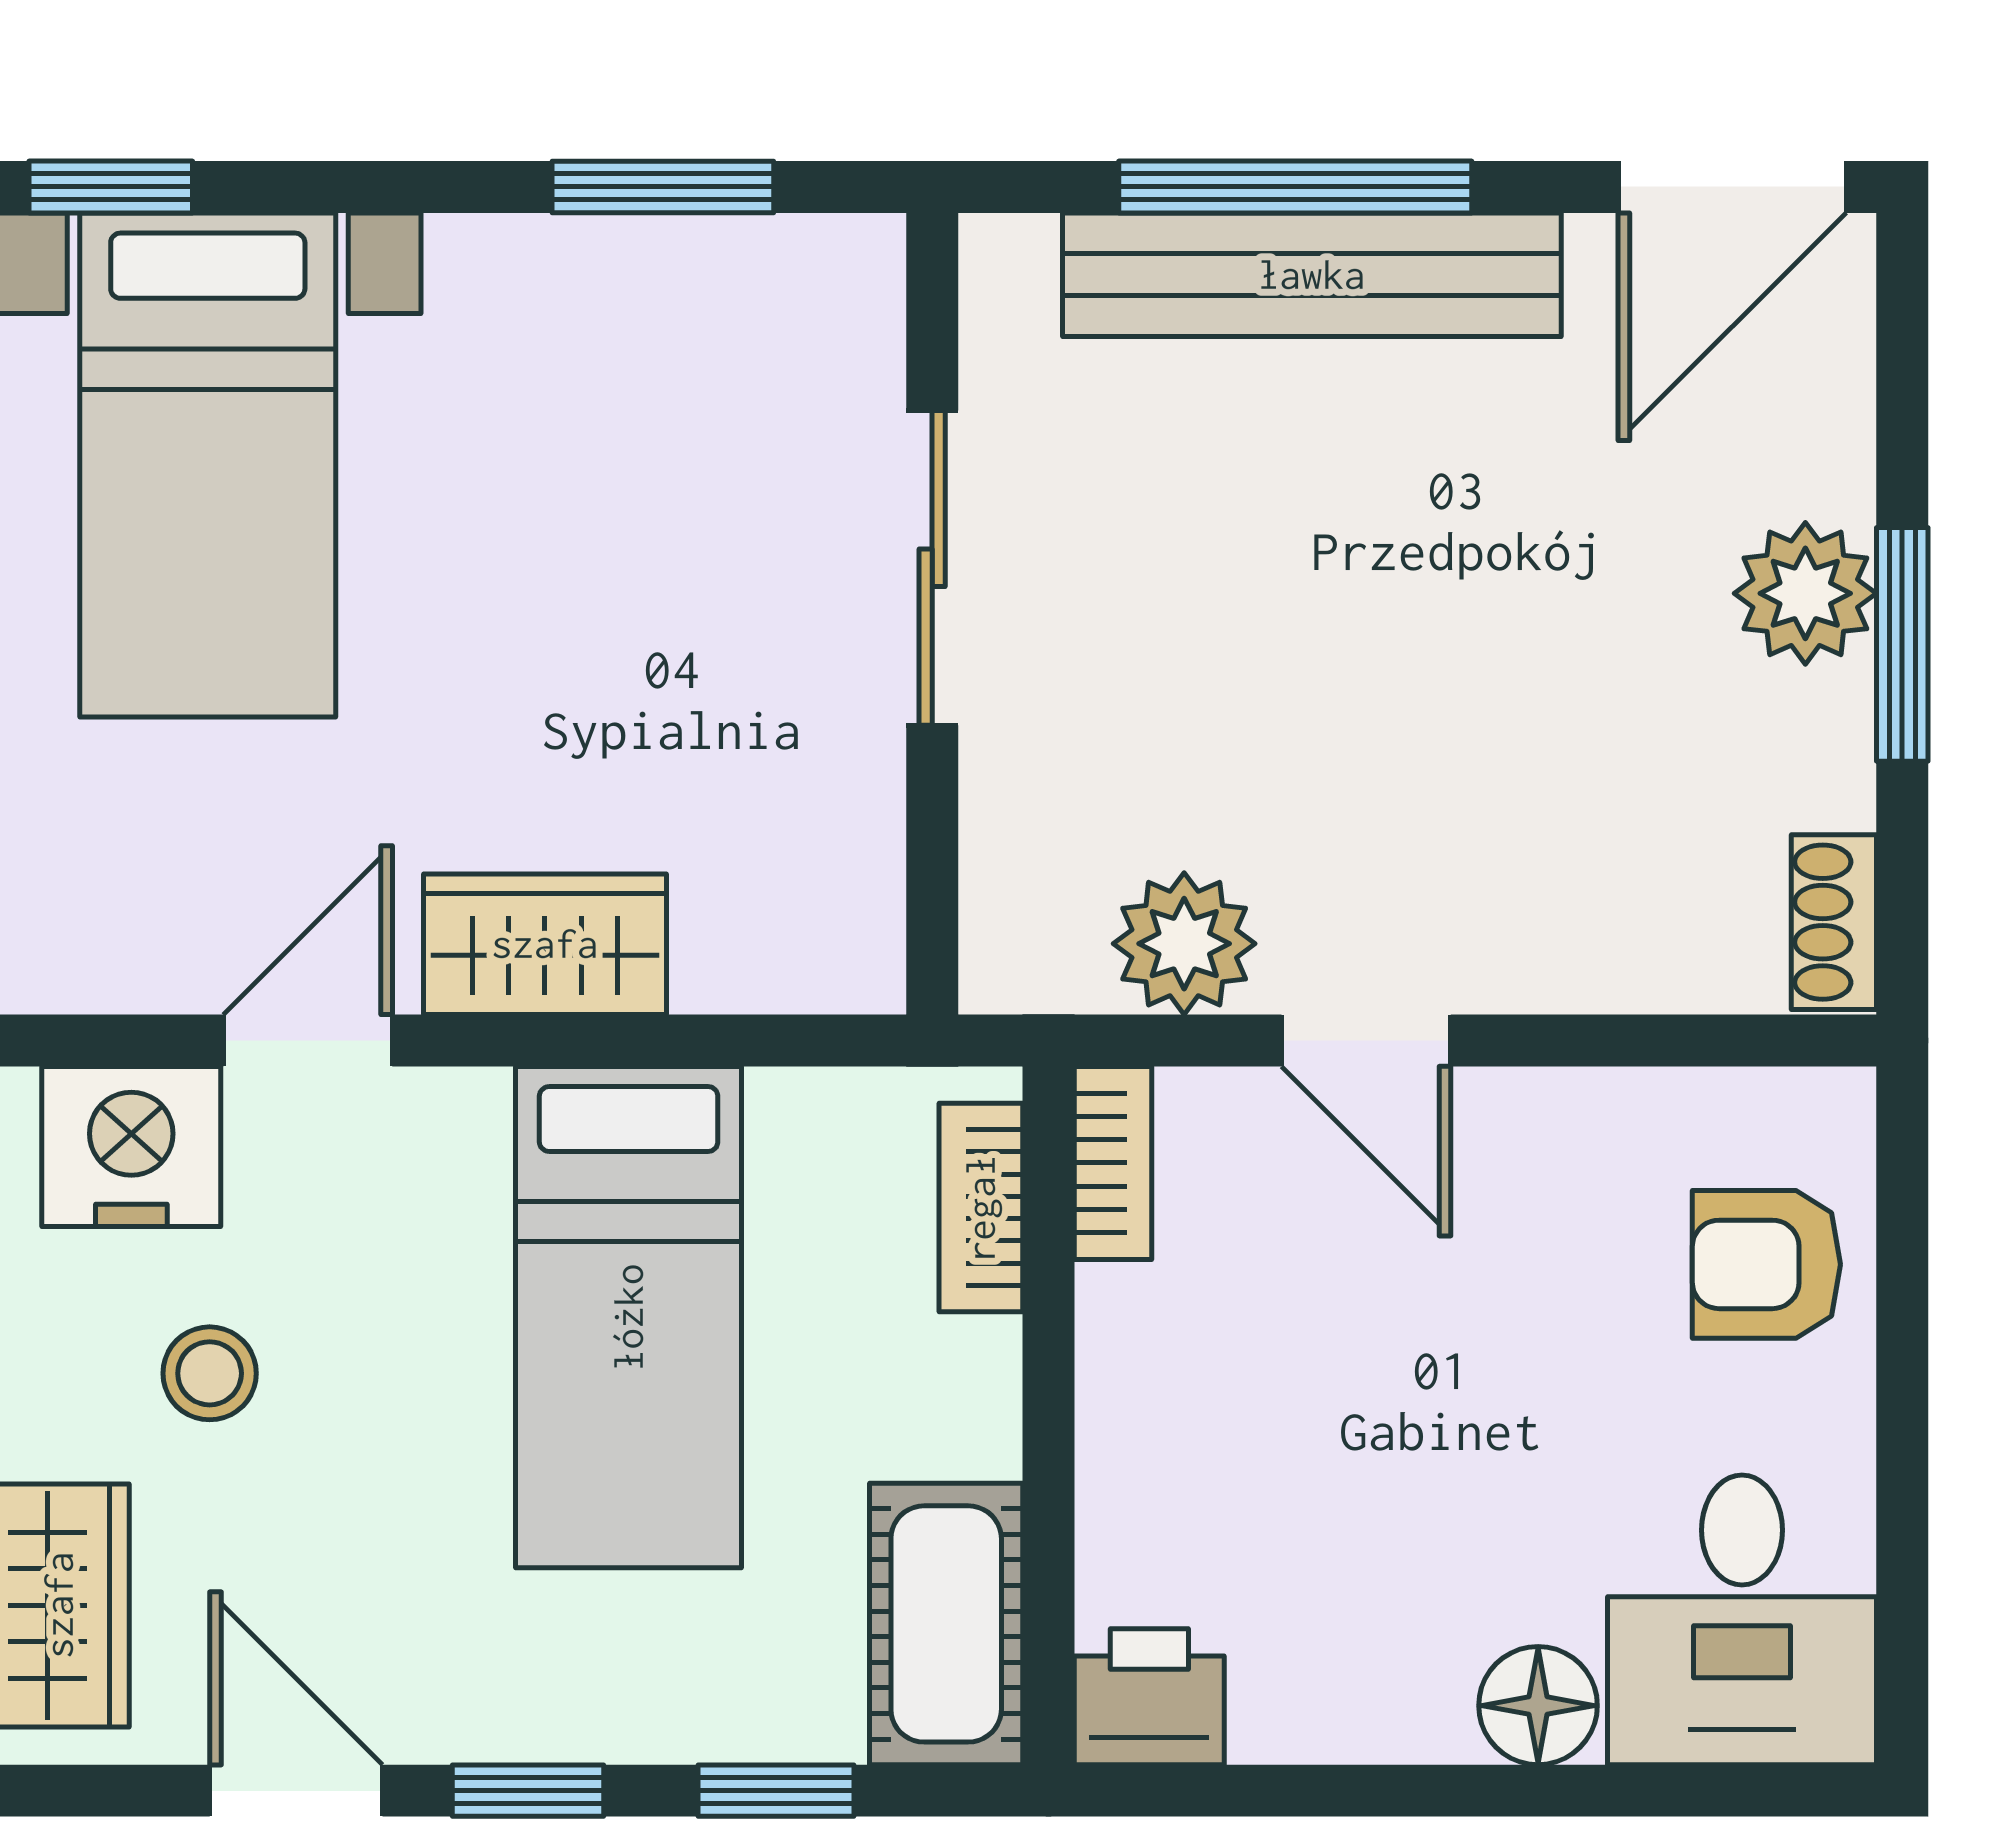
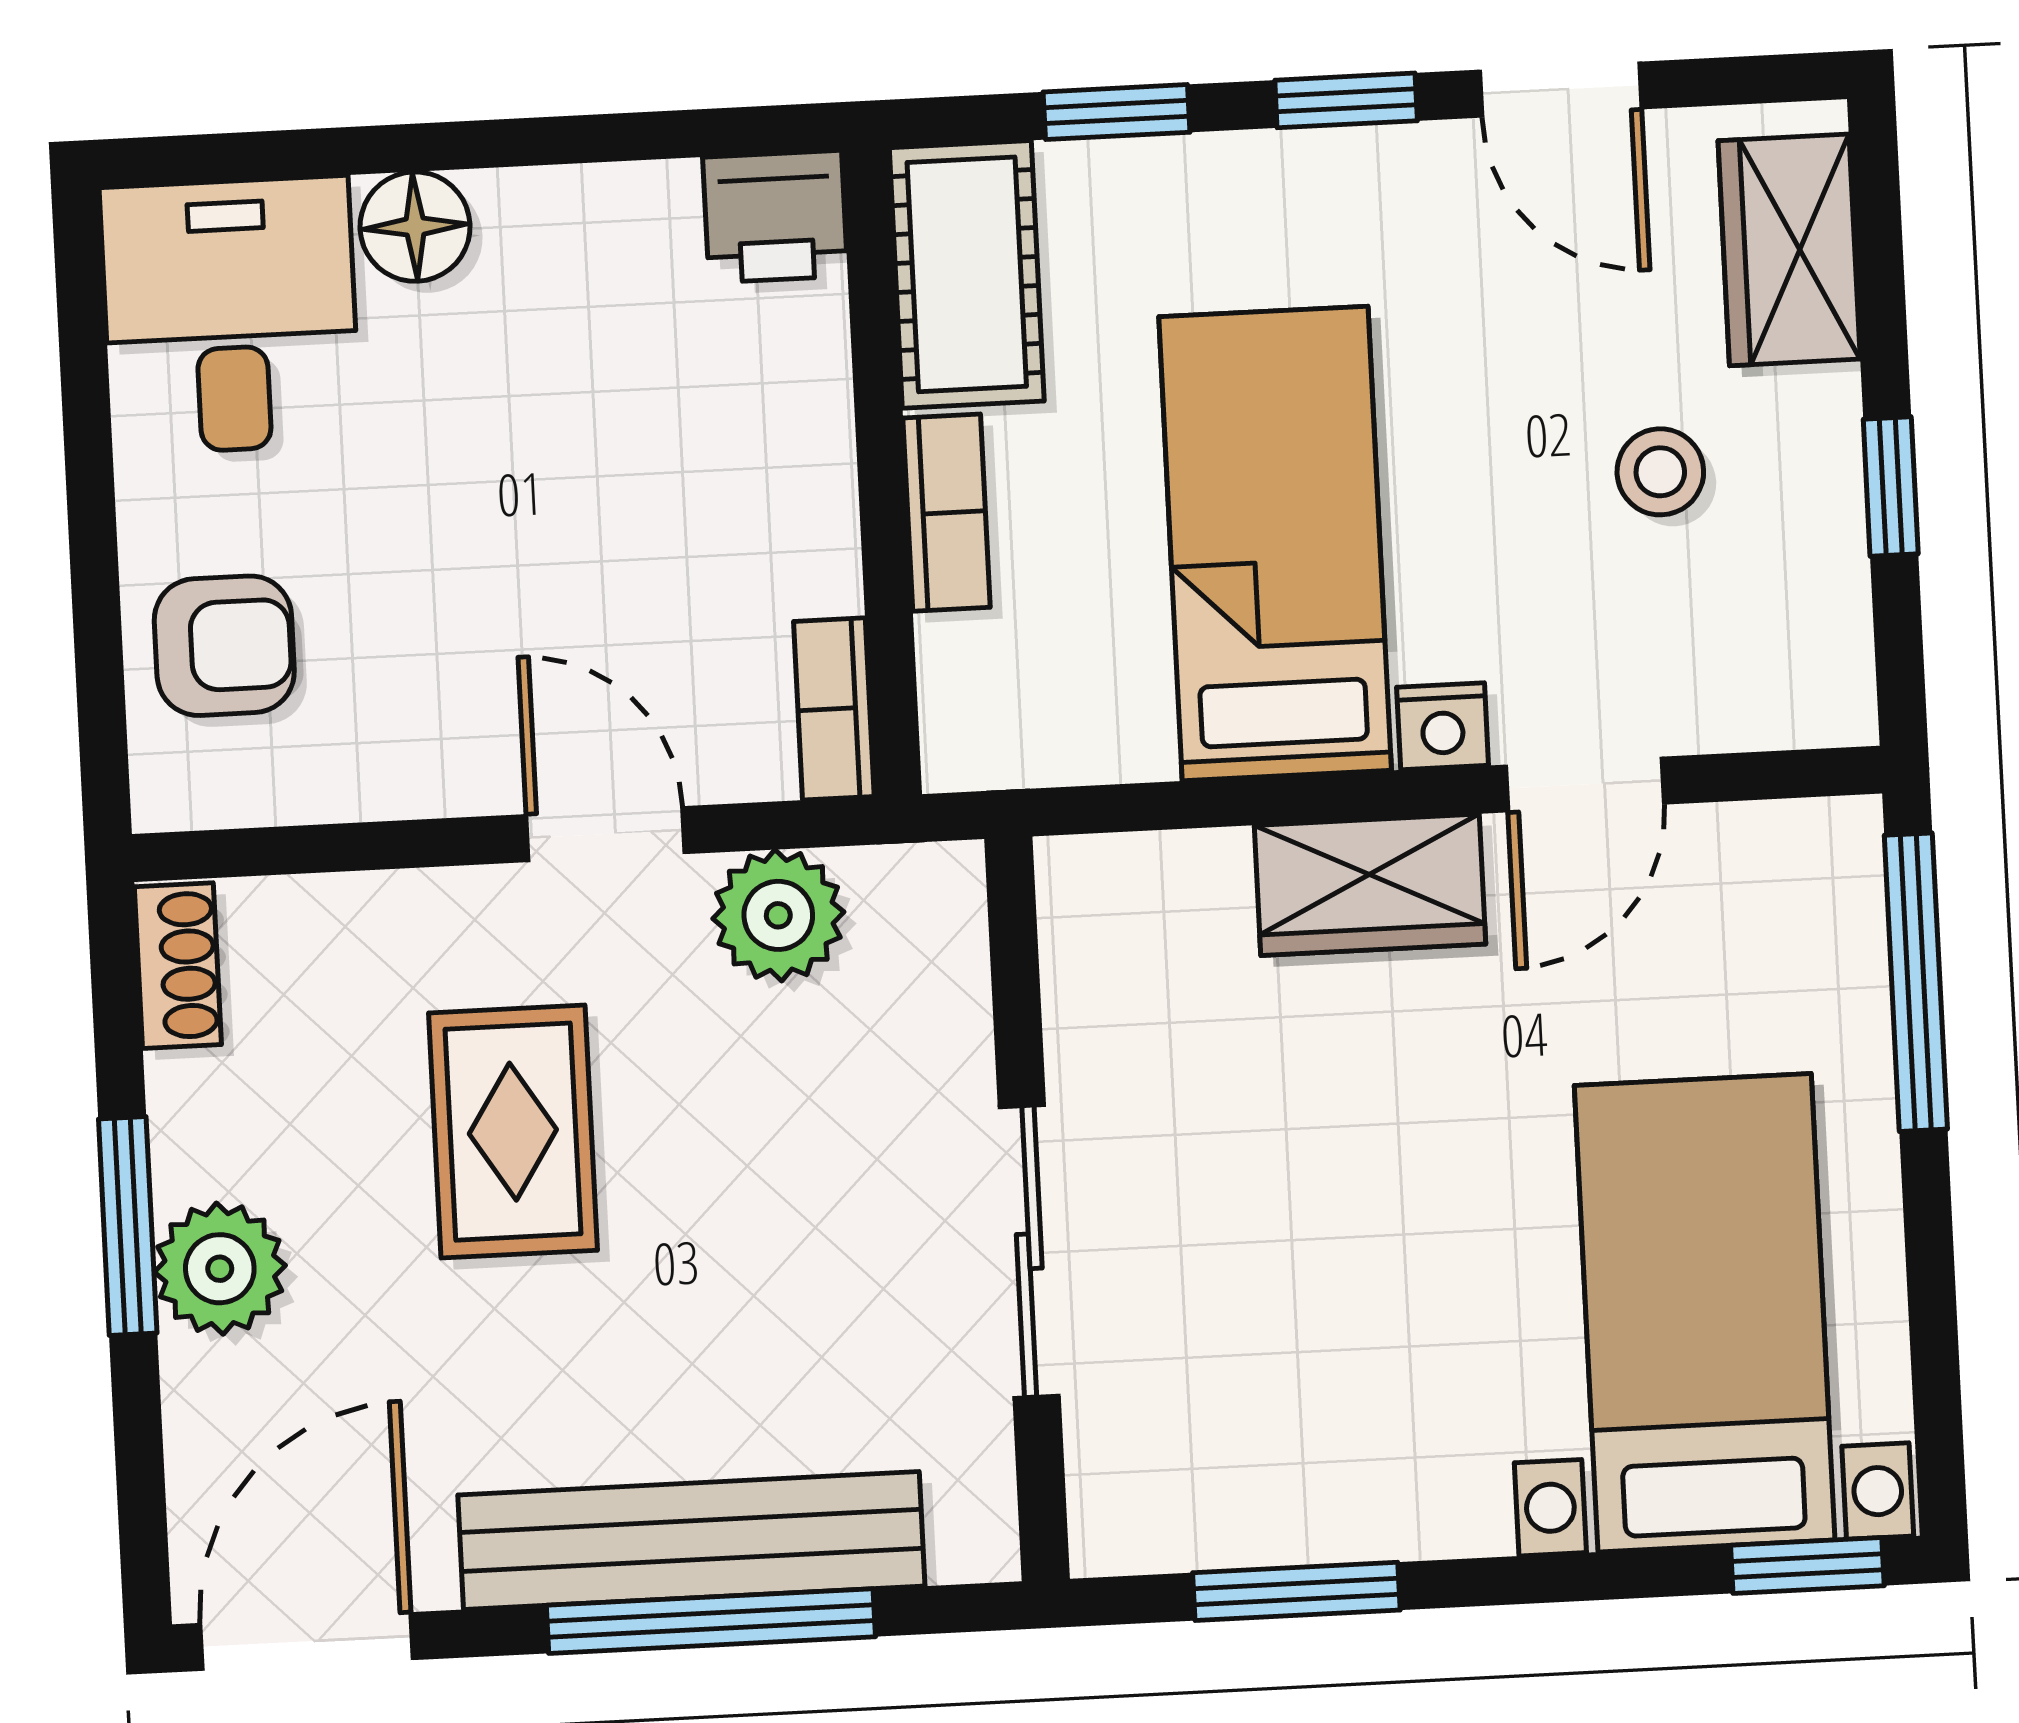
rug: (1482, 725) -> (513, 1132), added
nightstand: (131, 1146) -> (1443, 726), moved, width x0.53, depth x0.56
bookcase: (981, 1208) -> (947, 513), moved

